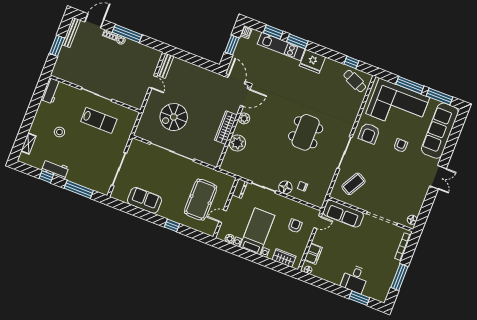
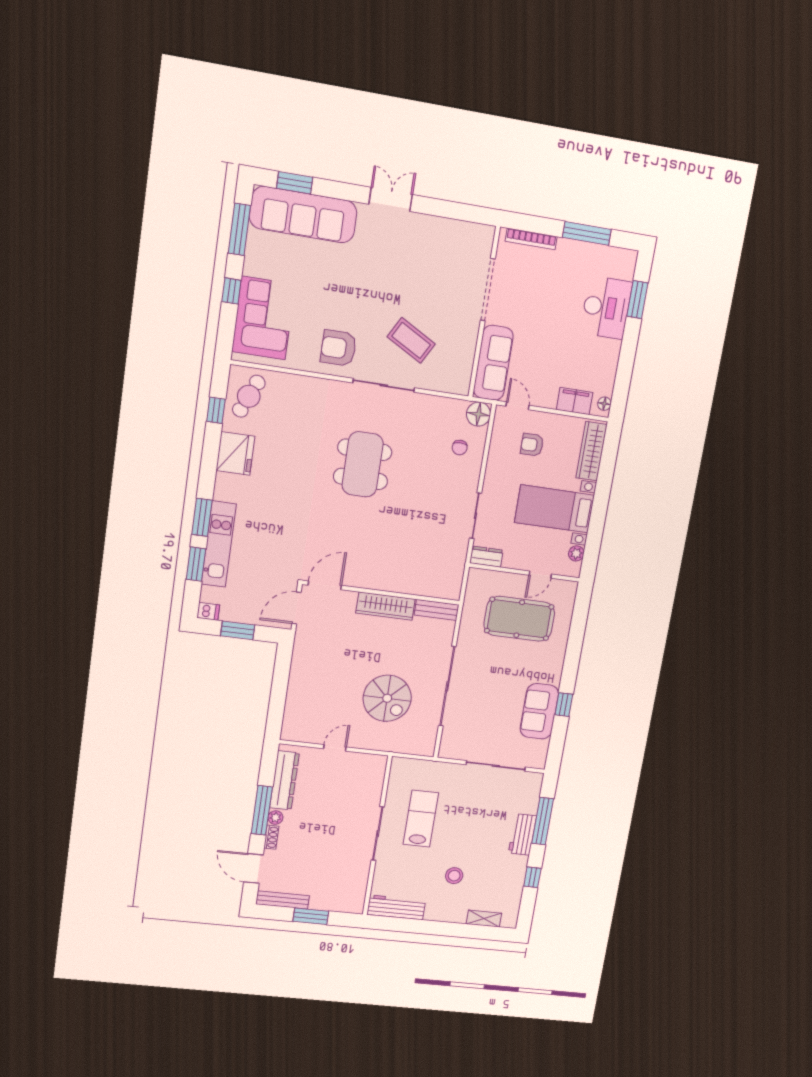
dresser: (141, 50) -> (284, 780), added
fridge: (312, 61) -> (235, 453), moved
bench: (165, 66) -> (437, 610), moved
window: (410, 85) -> (231, 291), width x0.46
workbench: (51, 91) -> (396, 907), width x1.38
door: (245, 97) -> (325, 585), hinge flipped
corner sofa: (398, 105) -> (263, 318), width x0.73, depth x0.74
plant: (244, 118) -> (362, 578), removed
window: (456, 130) -> (295, 183), added
dining table: (306, 132) -> (363, 464), turned 90
armchair: (369, 133) -> (338, 348), turned 180
plant: (237, 143) -> (408, 580), removed
armchair: (401, 146) -> (348, 284), removed
workbench: (55, 169) -> (522, 834), moved
coffee table: (353, 184) -> (411, 340), moved
floor lamp: (285, 187) -> (478, 414), moved
door: (223, 216) -> (540, 575), hinge flipped
floor lamp: (412, 220) -> (479, 232), removed
window: (172, 225) -> (564, 705), moved
wardrobe: (284, 258) -> (592, 451), width x1.50
desk: (355, 279) -> (606, 308), width x1.37

